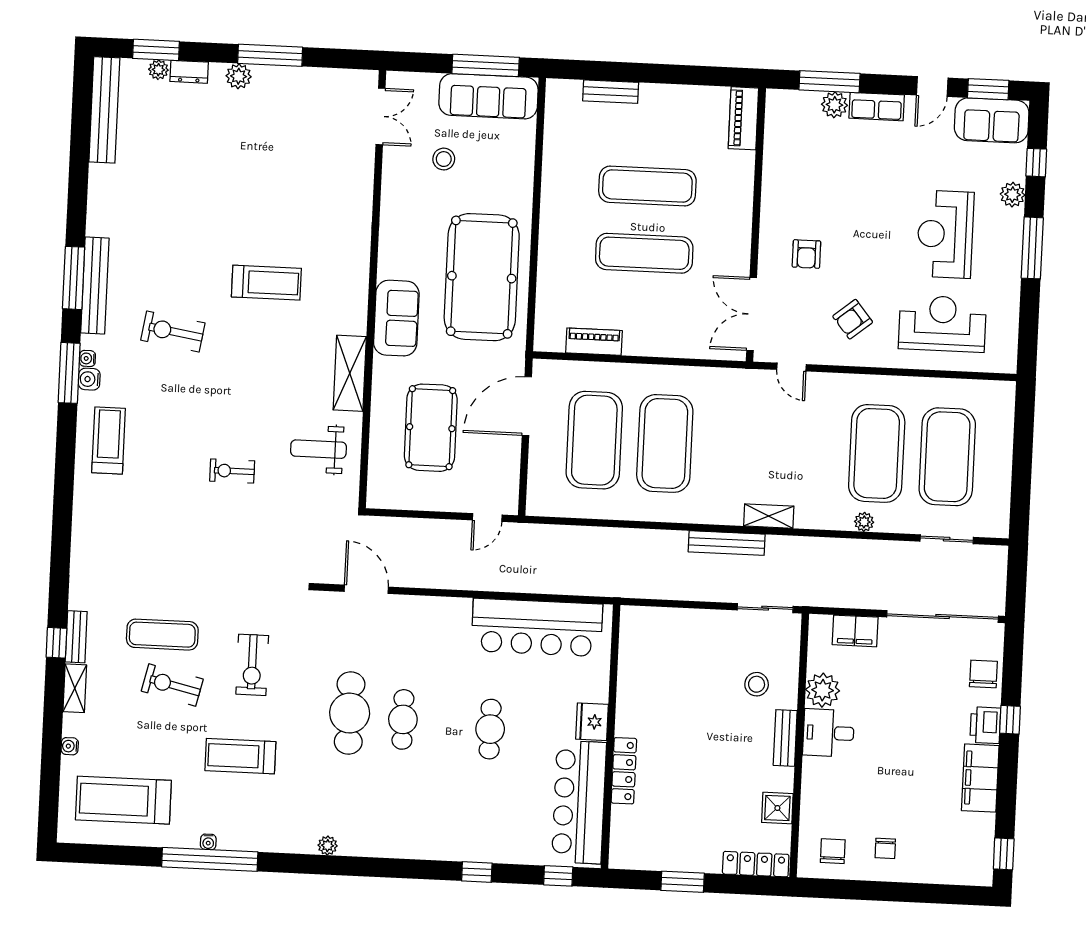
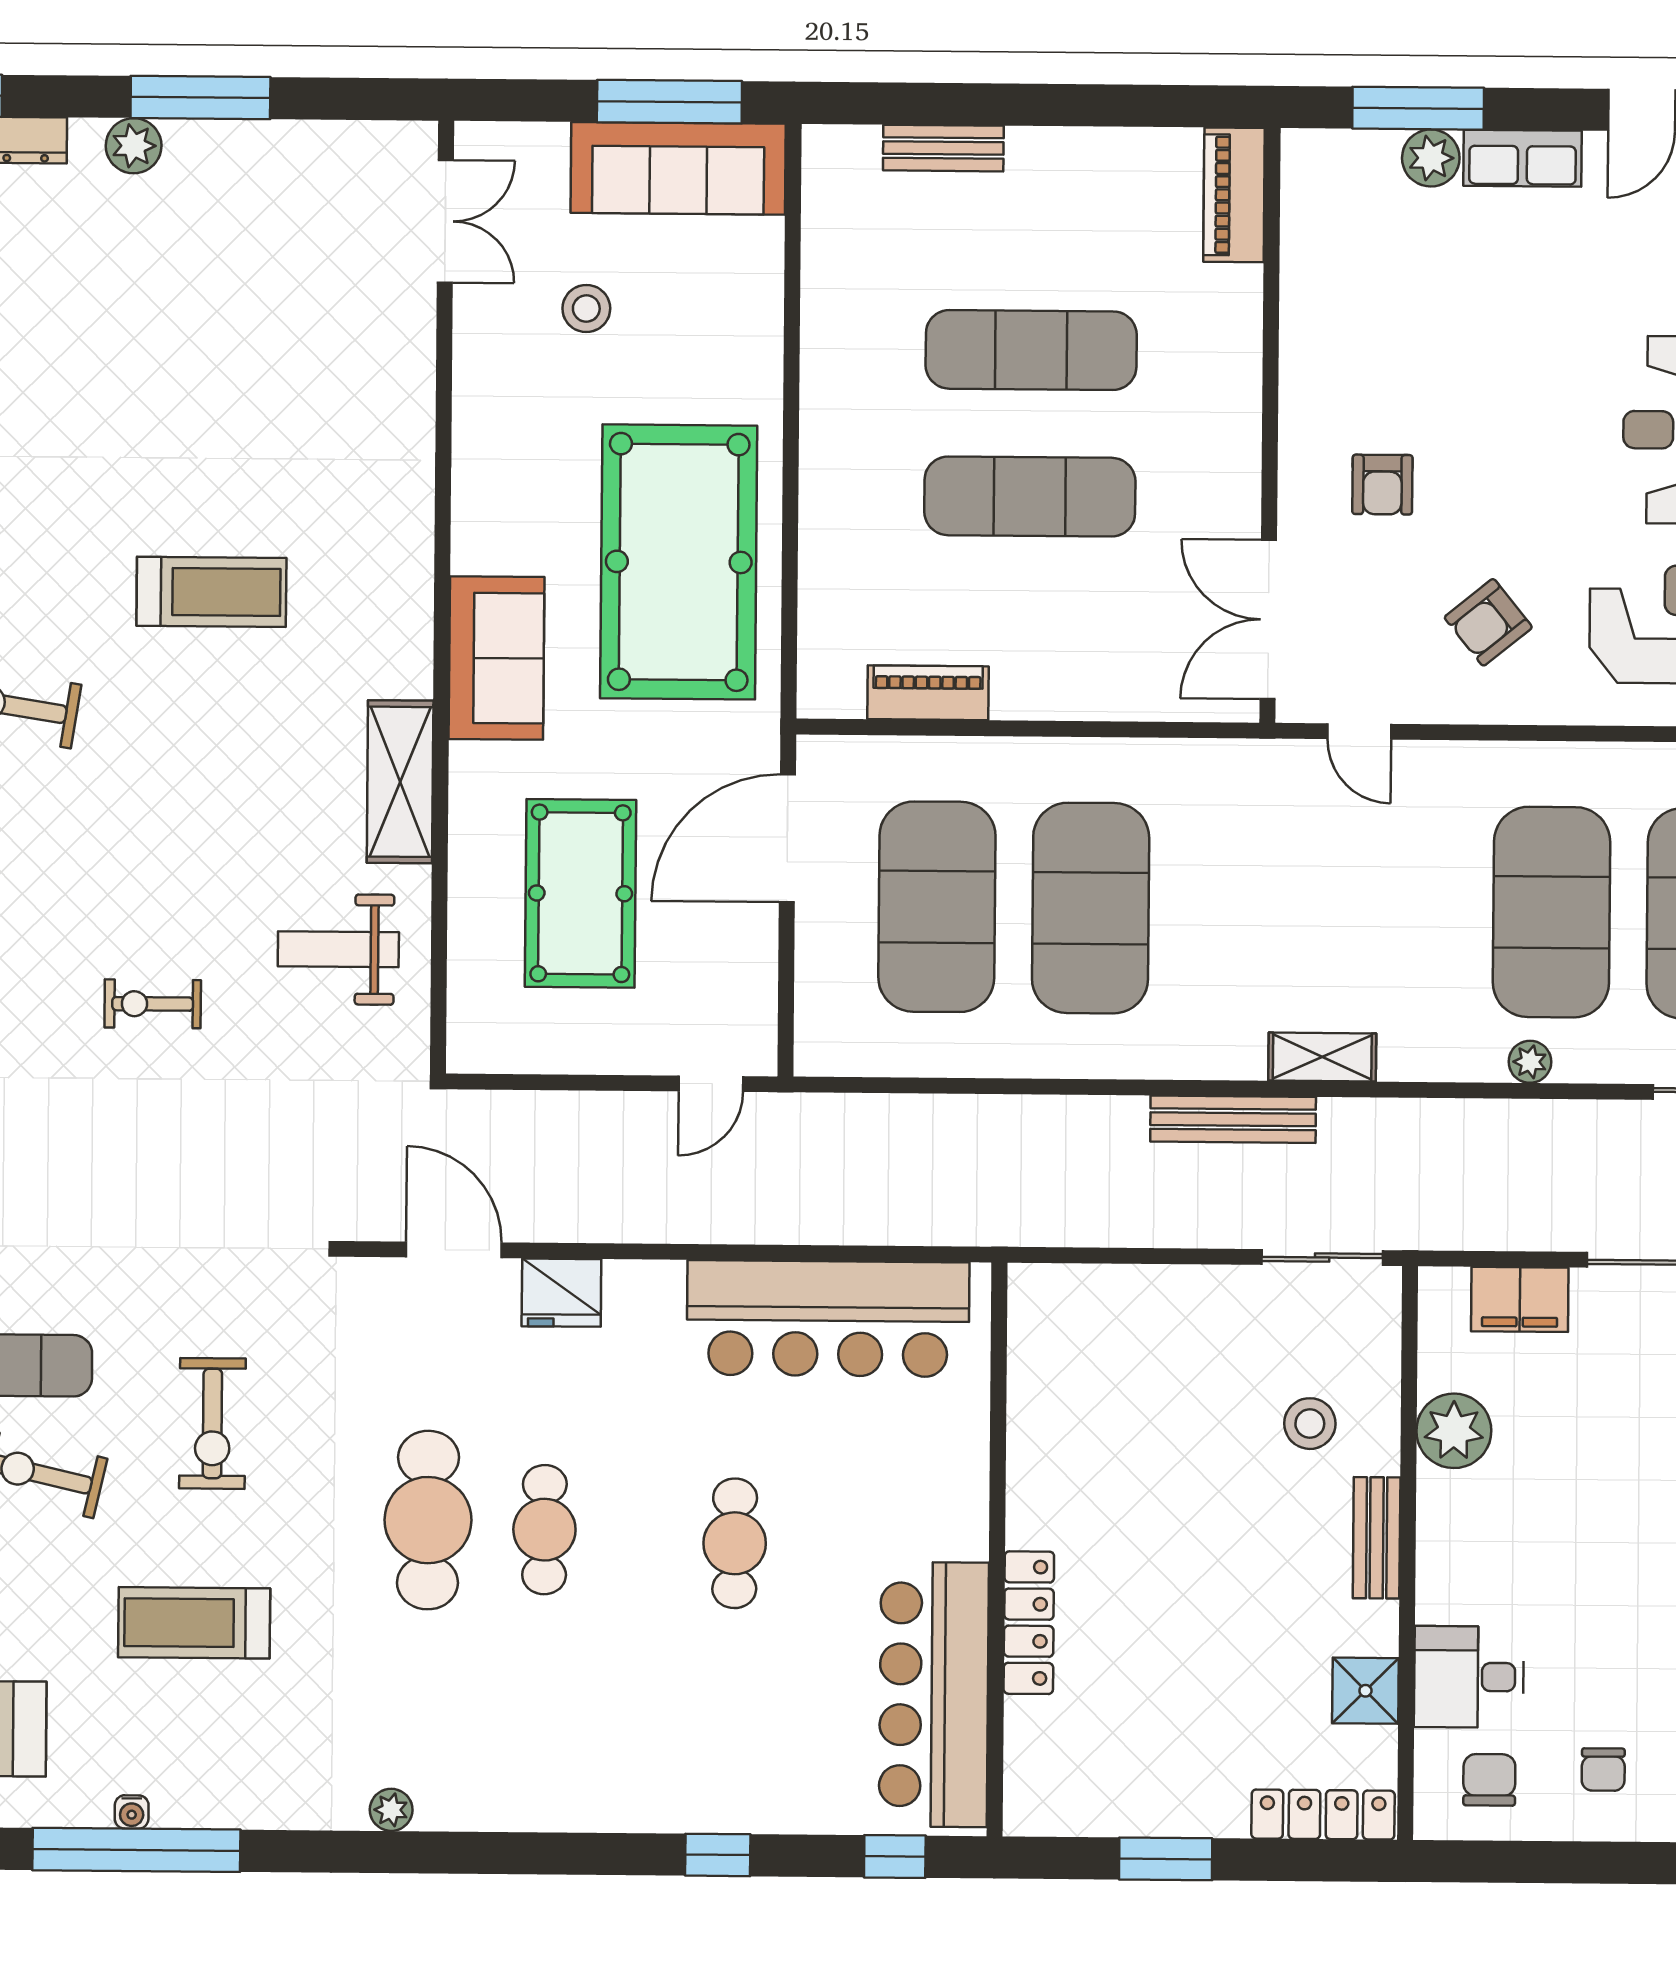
fridge: (592, 722) -> (561, 1293), moved, turned -90
desk: (829, 733) -> (1469, 1677), moved

